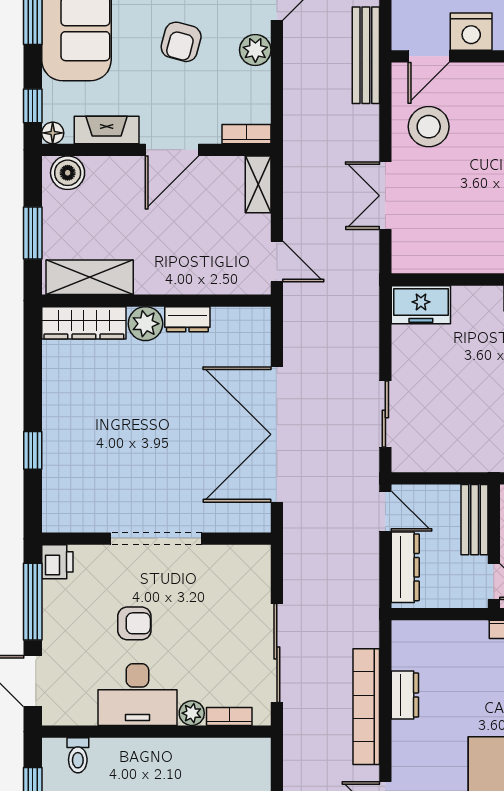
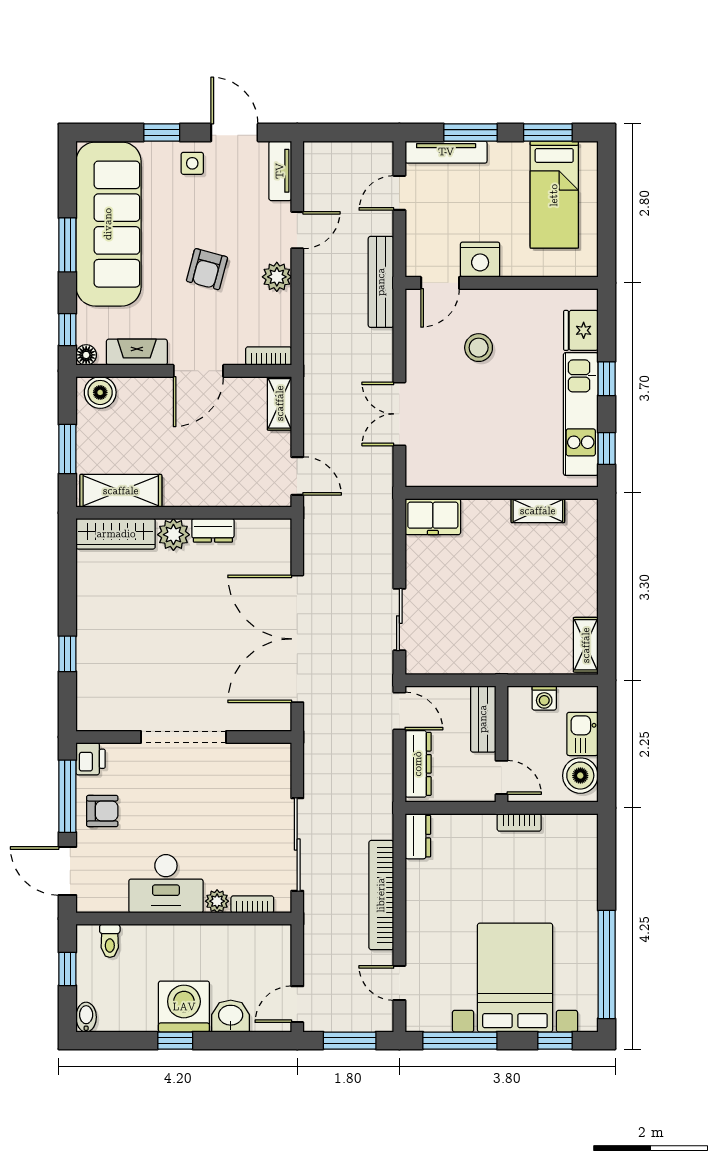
stool: (429, 127) -> (479, 348), moved, width x0.73, depth x0.73
armchair: (134, 623) -> (102, 811), moved
dresser: (405, 695) -> (418, 836), moved

